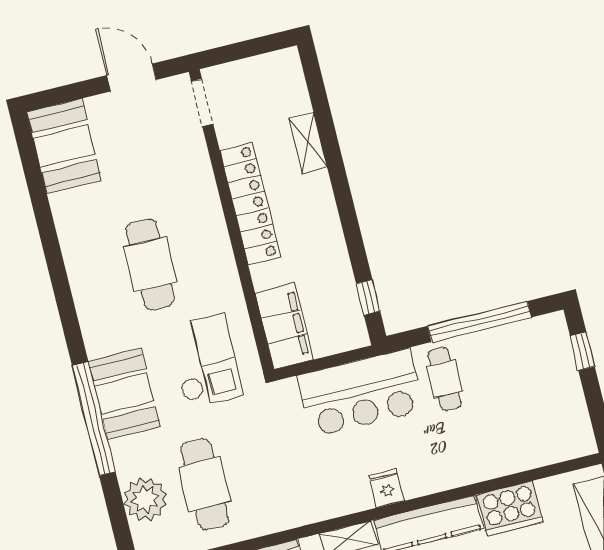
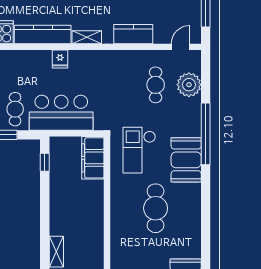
locker: (250, 204) -> (95, 227), removed
booth: (124, 394) -> (186, 160), moved
cafe table: (205, 484) -> (156, 85), width x0.73, depth x0.74

